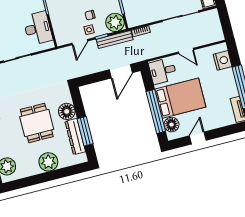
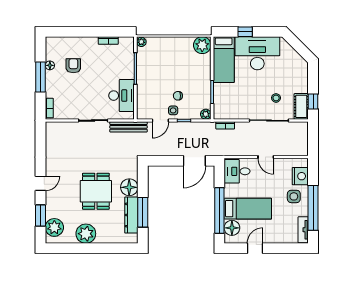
plant: (115, 22) -> (206, 114), width x0.53, depth x0.53
bench: (115, 39) -> (128, 127), moved
side table: (221, 81) -> (294, 196), added
bed: (180, 98) -> (248, 209), width x0.67
plant: (48, 162) -> (86, 234), moved

